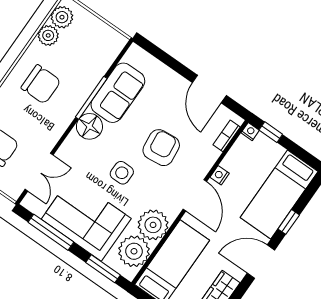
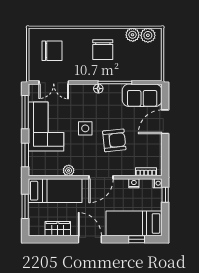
door: (209, 89) -> (165, 122), moved
sofa: (118, 93) -> (142, 95), moved
floor lamp: (89, 126) -> (98, 89), width x0.53, depth x0.53
nightstand: (220, 175) -> (134, 183), moved
window: (289, 222) -> (137, 239), moved
plant: (153, 225) -> (69, 170), width x0.53, depth x0.53
plant: (134, 251) -> (47, 165), removed

